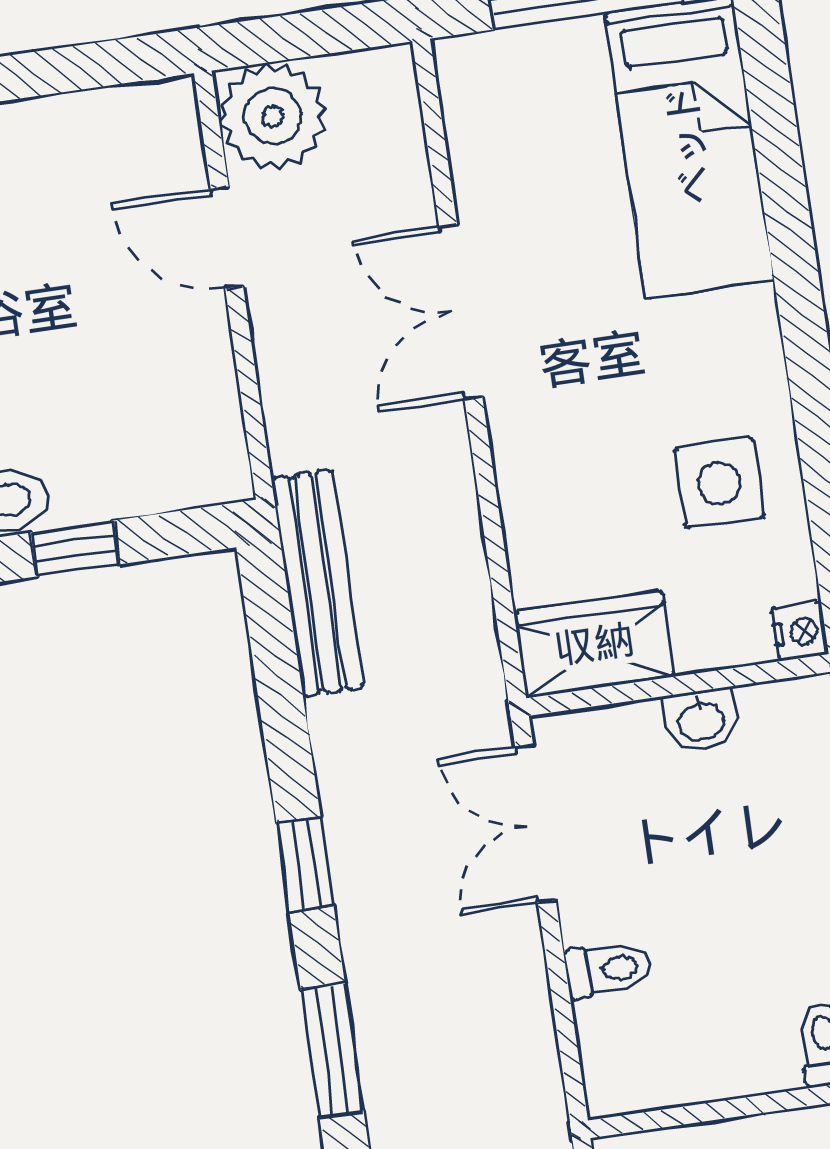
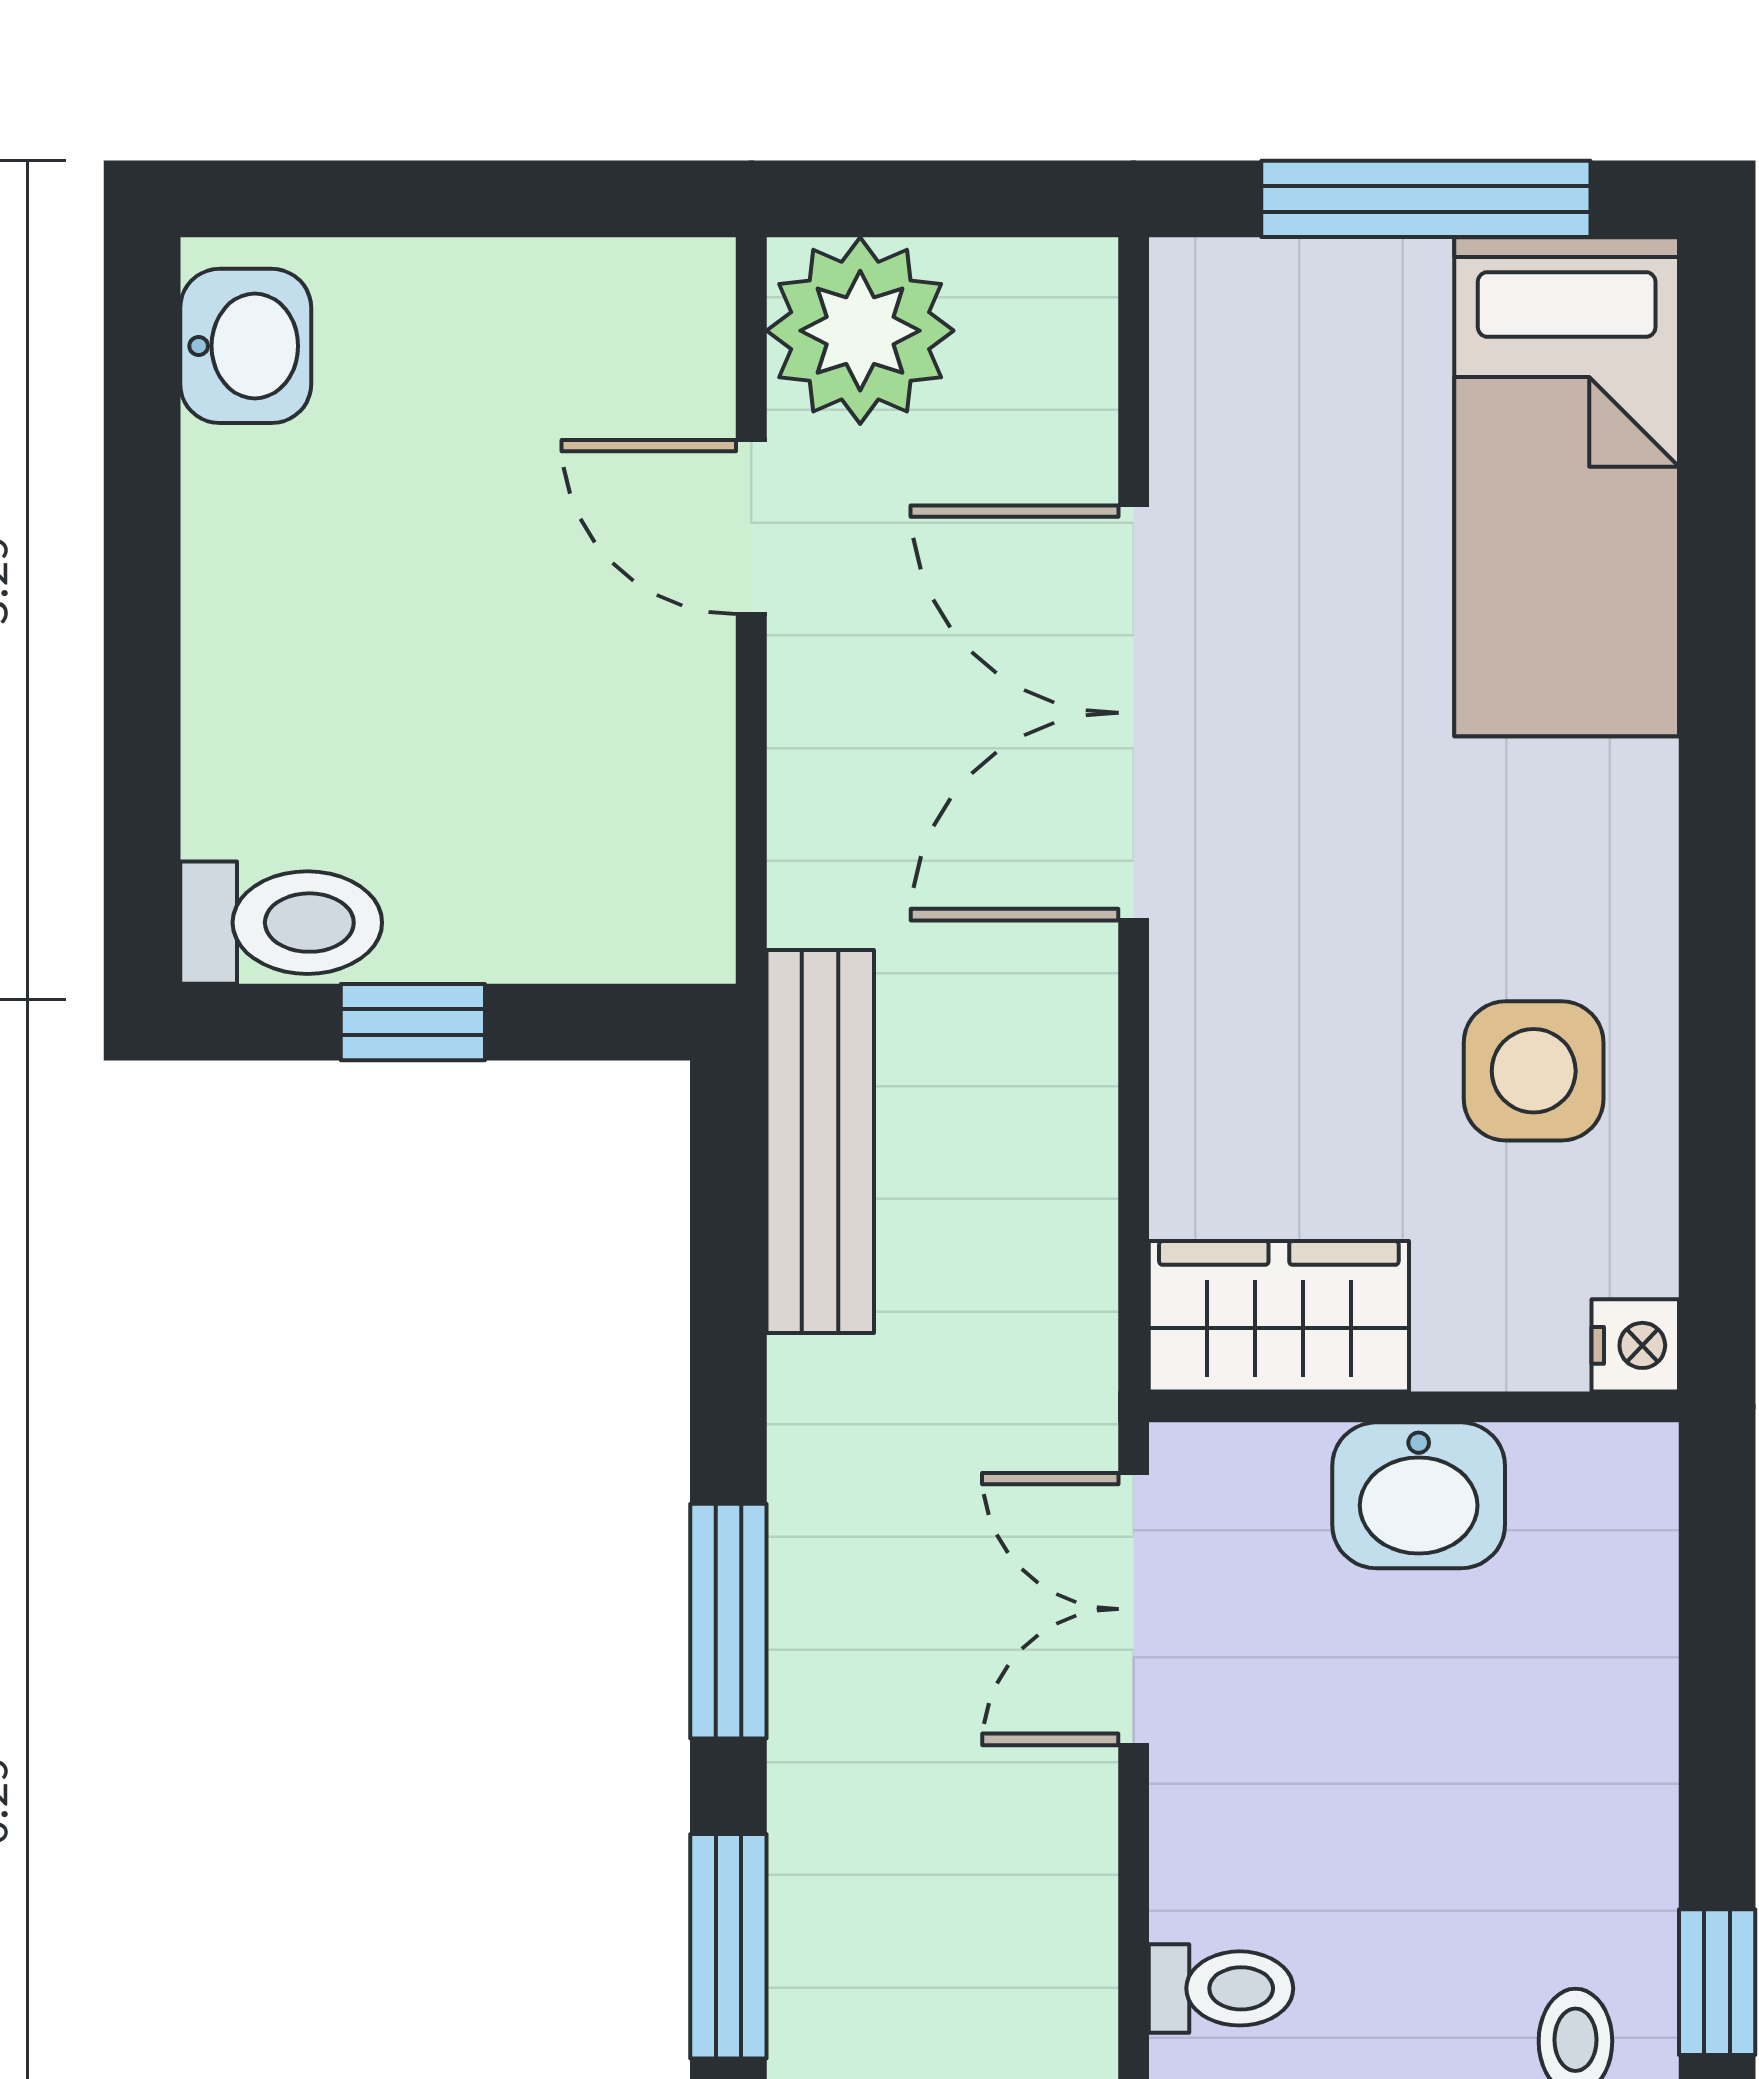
double door: (461, 312) -> (1134, 713), width x1.37
washbasin: (701, 720) -> (1419, 1495), width x1.38, depth x1.45
window: (305, 864) -> (728, 1621), width x1.50
toilet: (608, 969) -> (1221, 1988), moved

